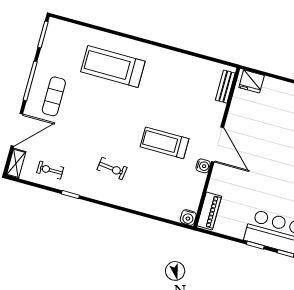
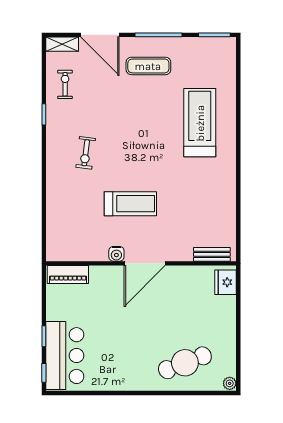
treadmill: (164, 143) -> (130, 204), turned 90
water cooler: (188, 218) -> (54, 253), removed

